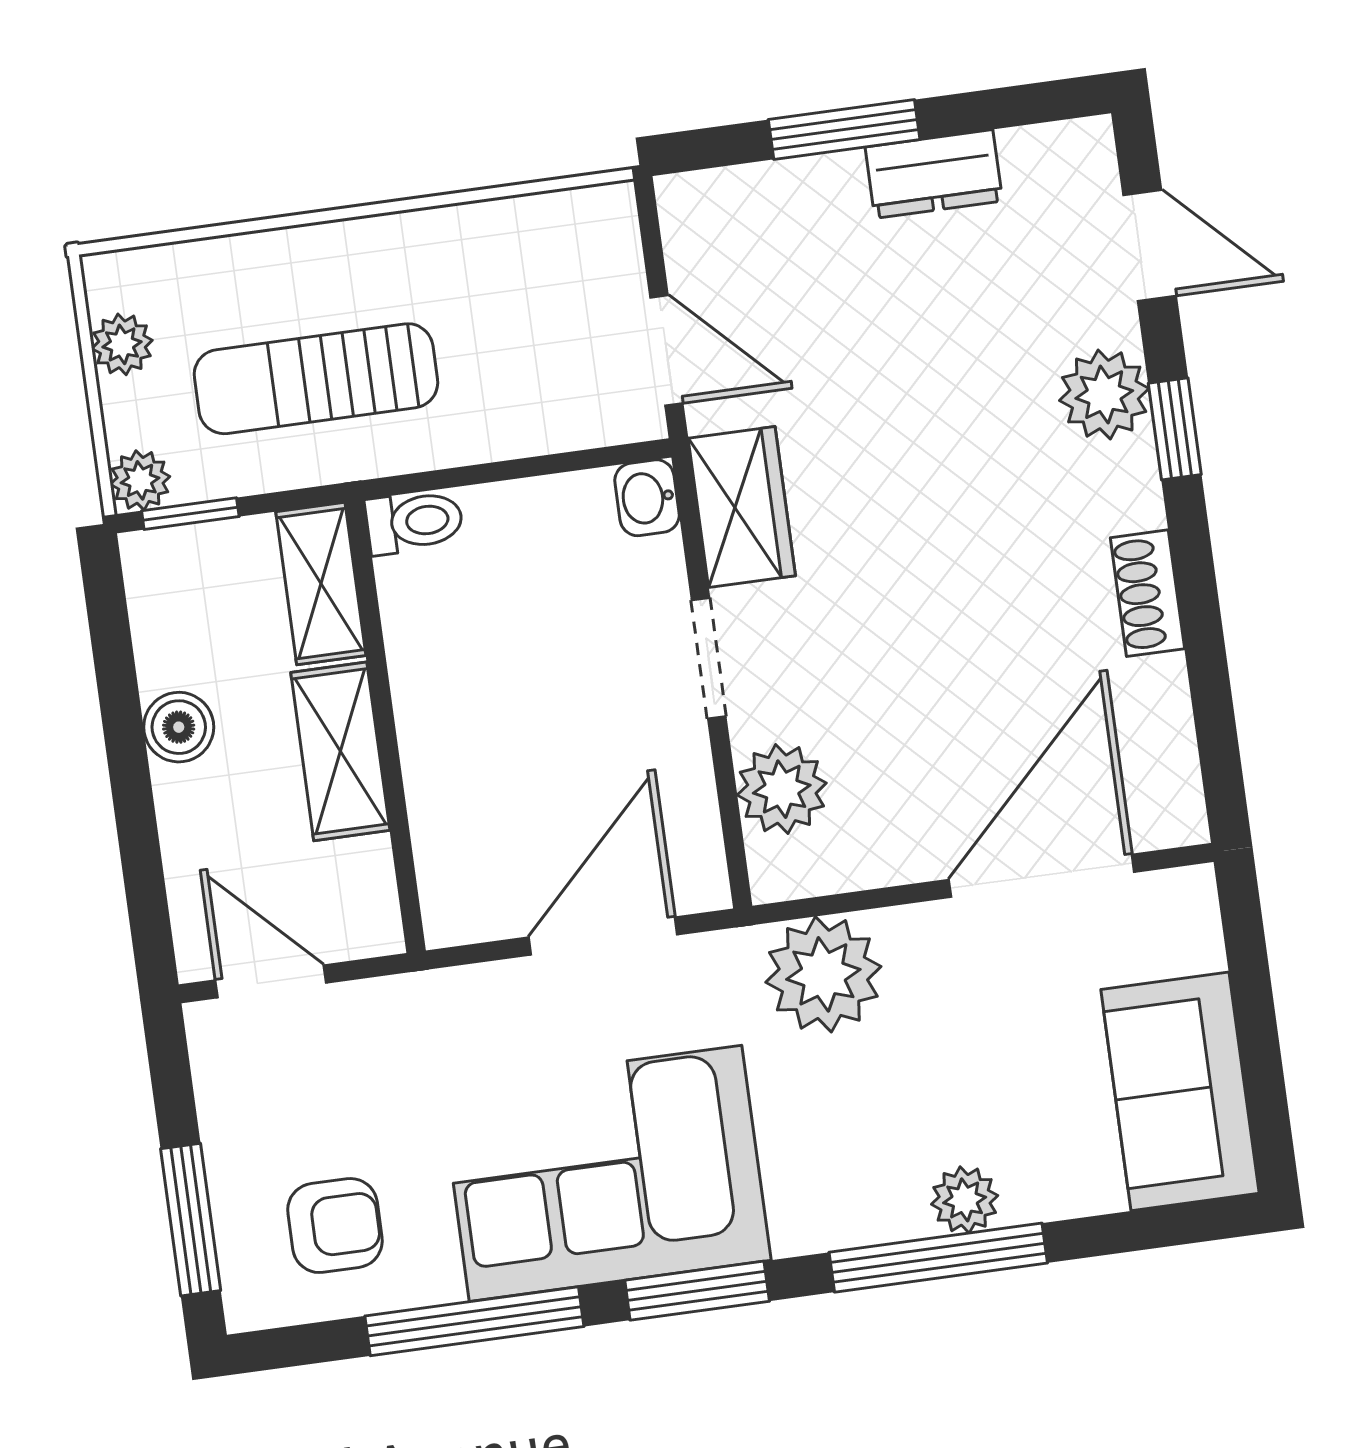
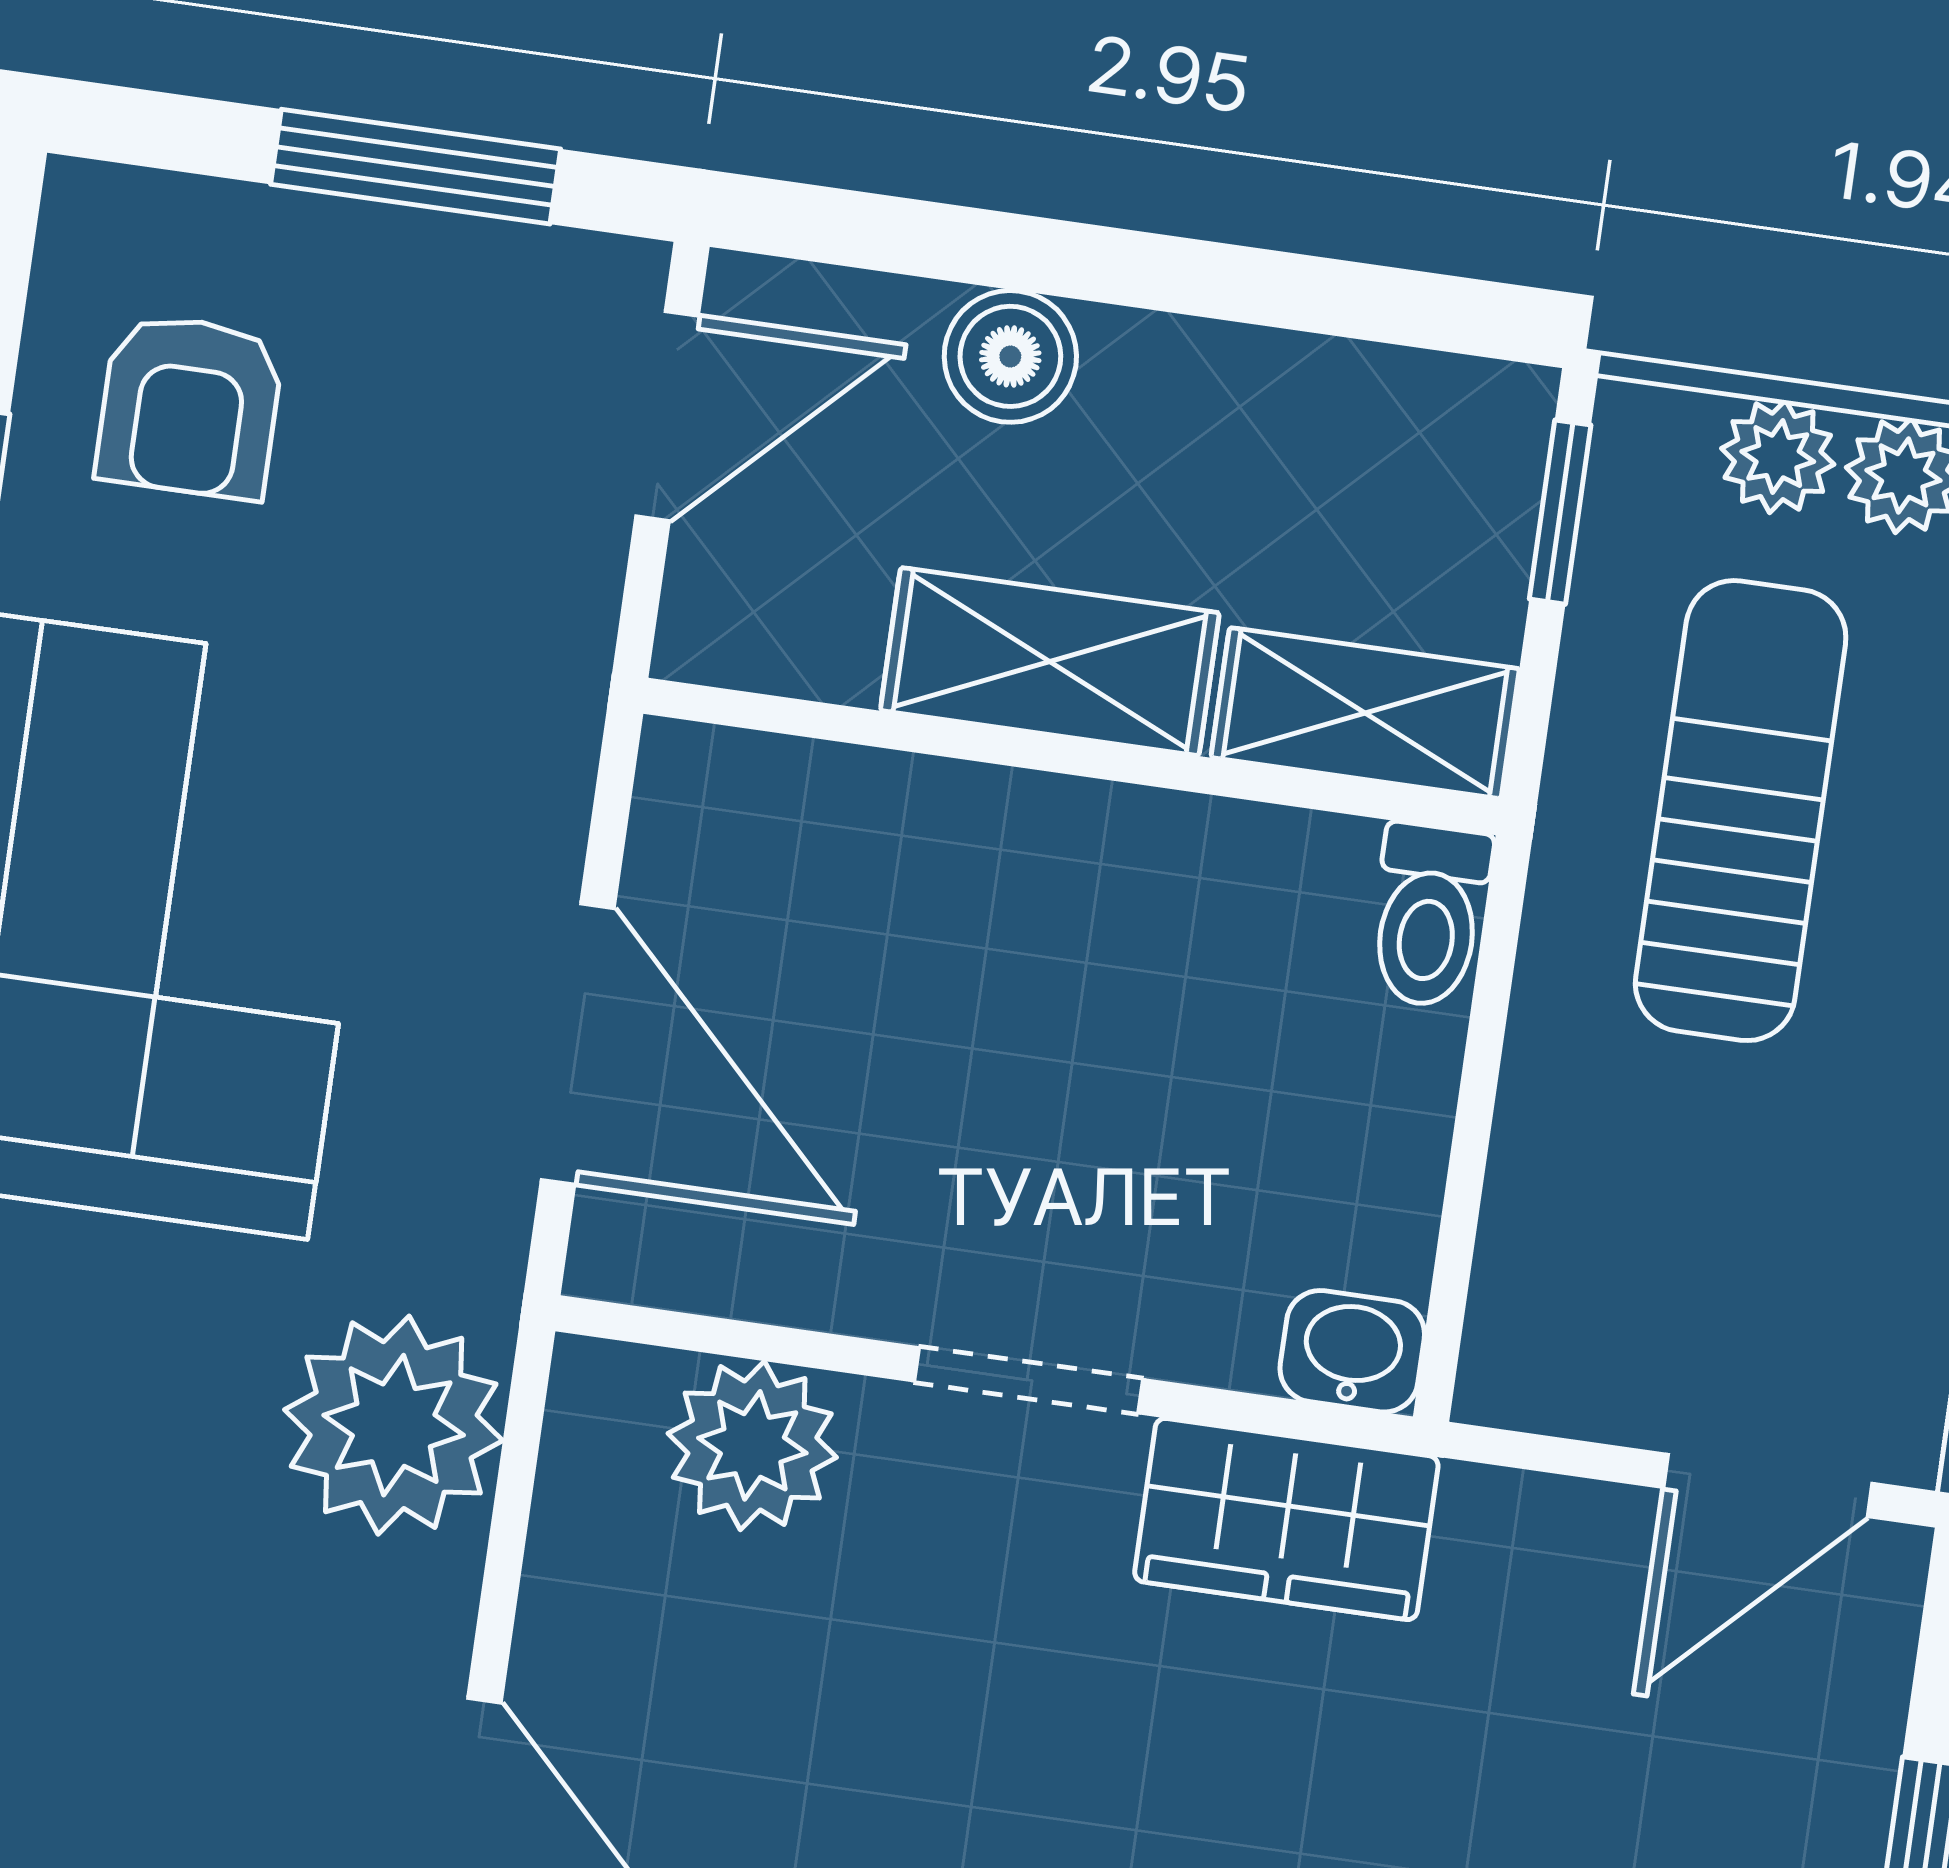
door: (666, 350) -> (1768, 1485), moved
plant: (140, 480) -> (1778, 456), moved
boiler: (179, 727) -> (1010, 356), moved
window: (191, 1220) -> (416, 167), moved

